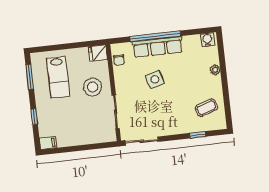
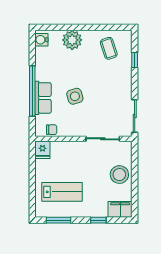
row of seats: (158, 47) -> (43, 98), width x0.68
plant: (215, 70) -> (72, 40), width x1.87, depth x1.87
stool: (93, 87) -> (119, 175), moved
filing cabinet: (48, 143) -> (120, 209), width x2.00

